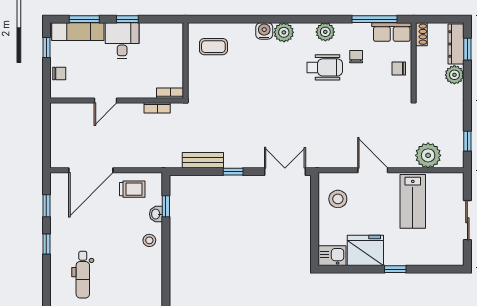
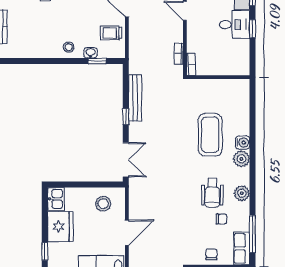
coffee table: (213, 47) -> (210, 135), moved, width x1.86, depth x1.72
bench: (203, 160) -> (135, 98), width x1.36
trolley: (132, 189) -> (111, 33), turned 90

